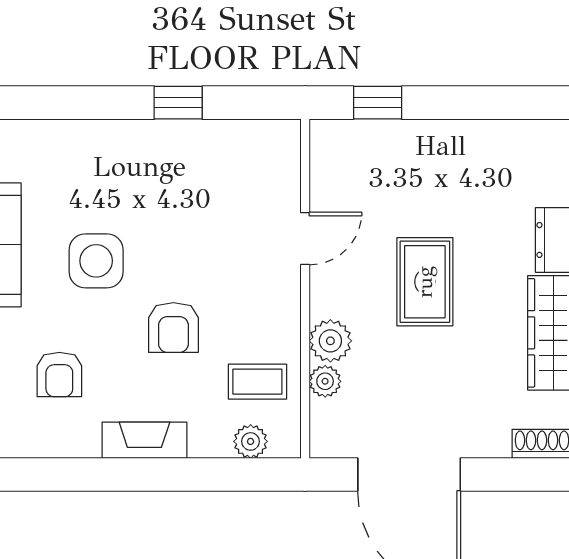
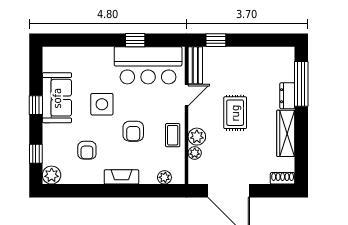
bar counter: (210, 165) -> (148, 65), added
bench: (327, 165) -> (195, 65), added
coffee table: (257, 382) -> (173, 135), moved, turned 90

